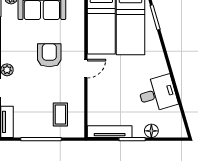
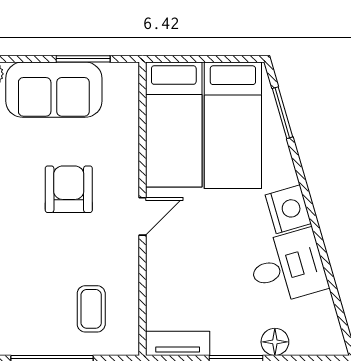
nightstand: (158, 65) -> (288, 209), added
tv unit: (110, 132) -> (178, 343), width x0.71

